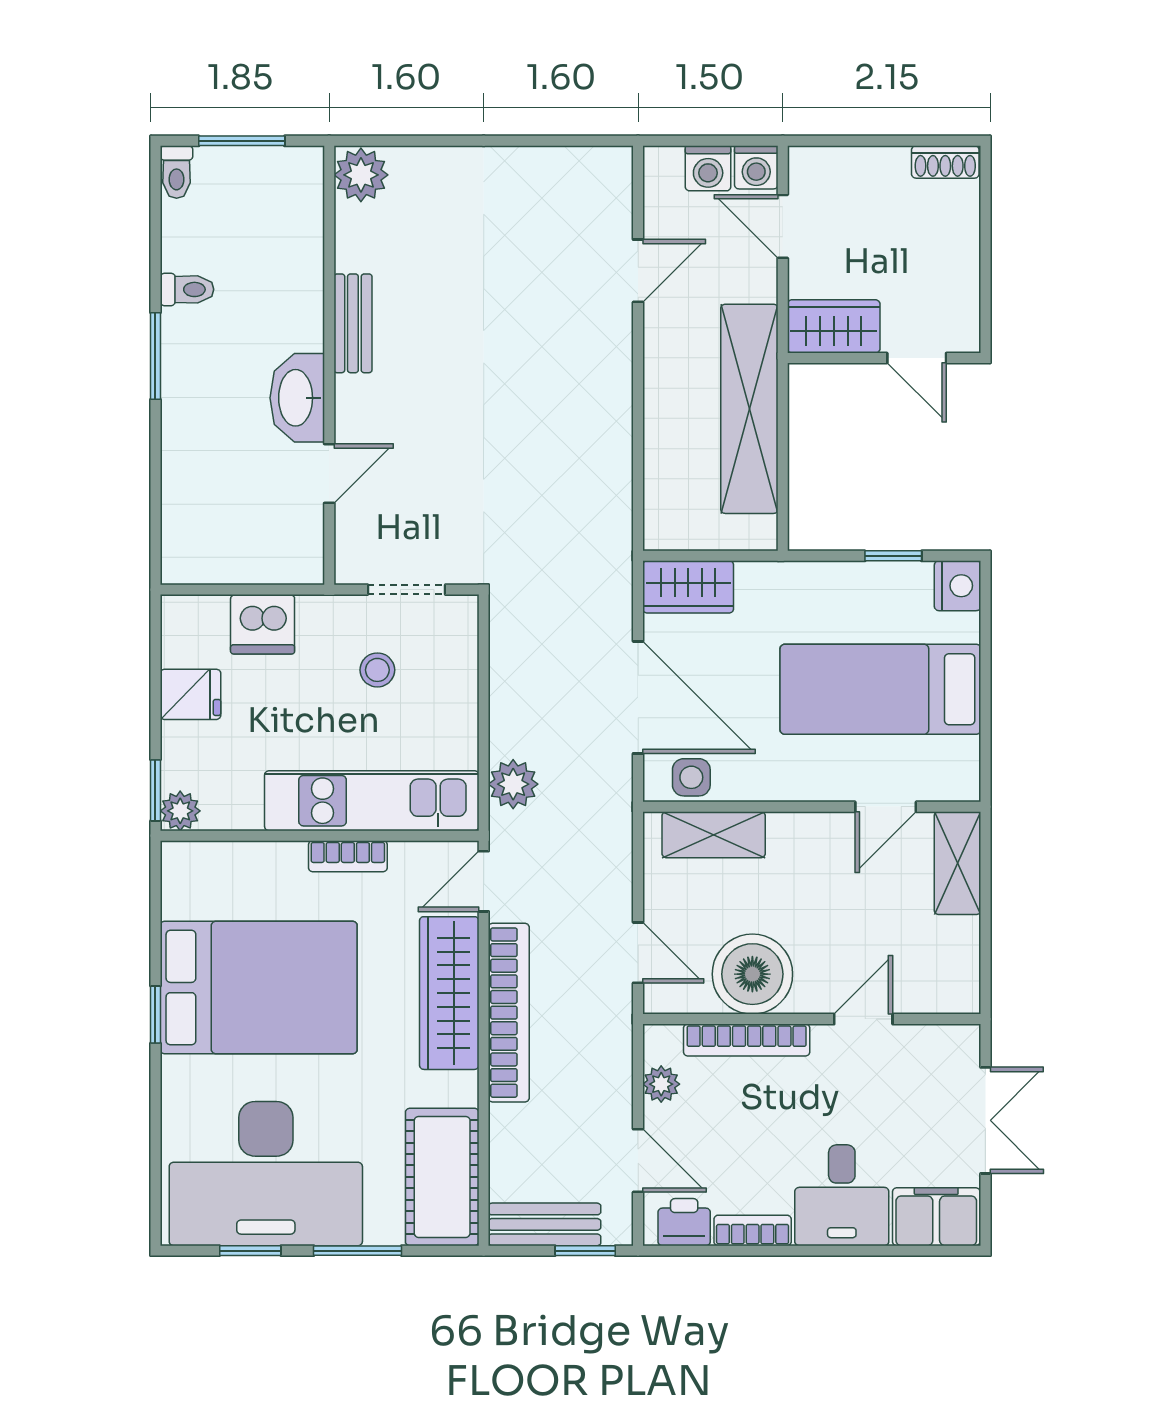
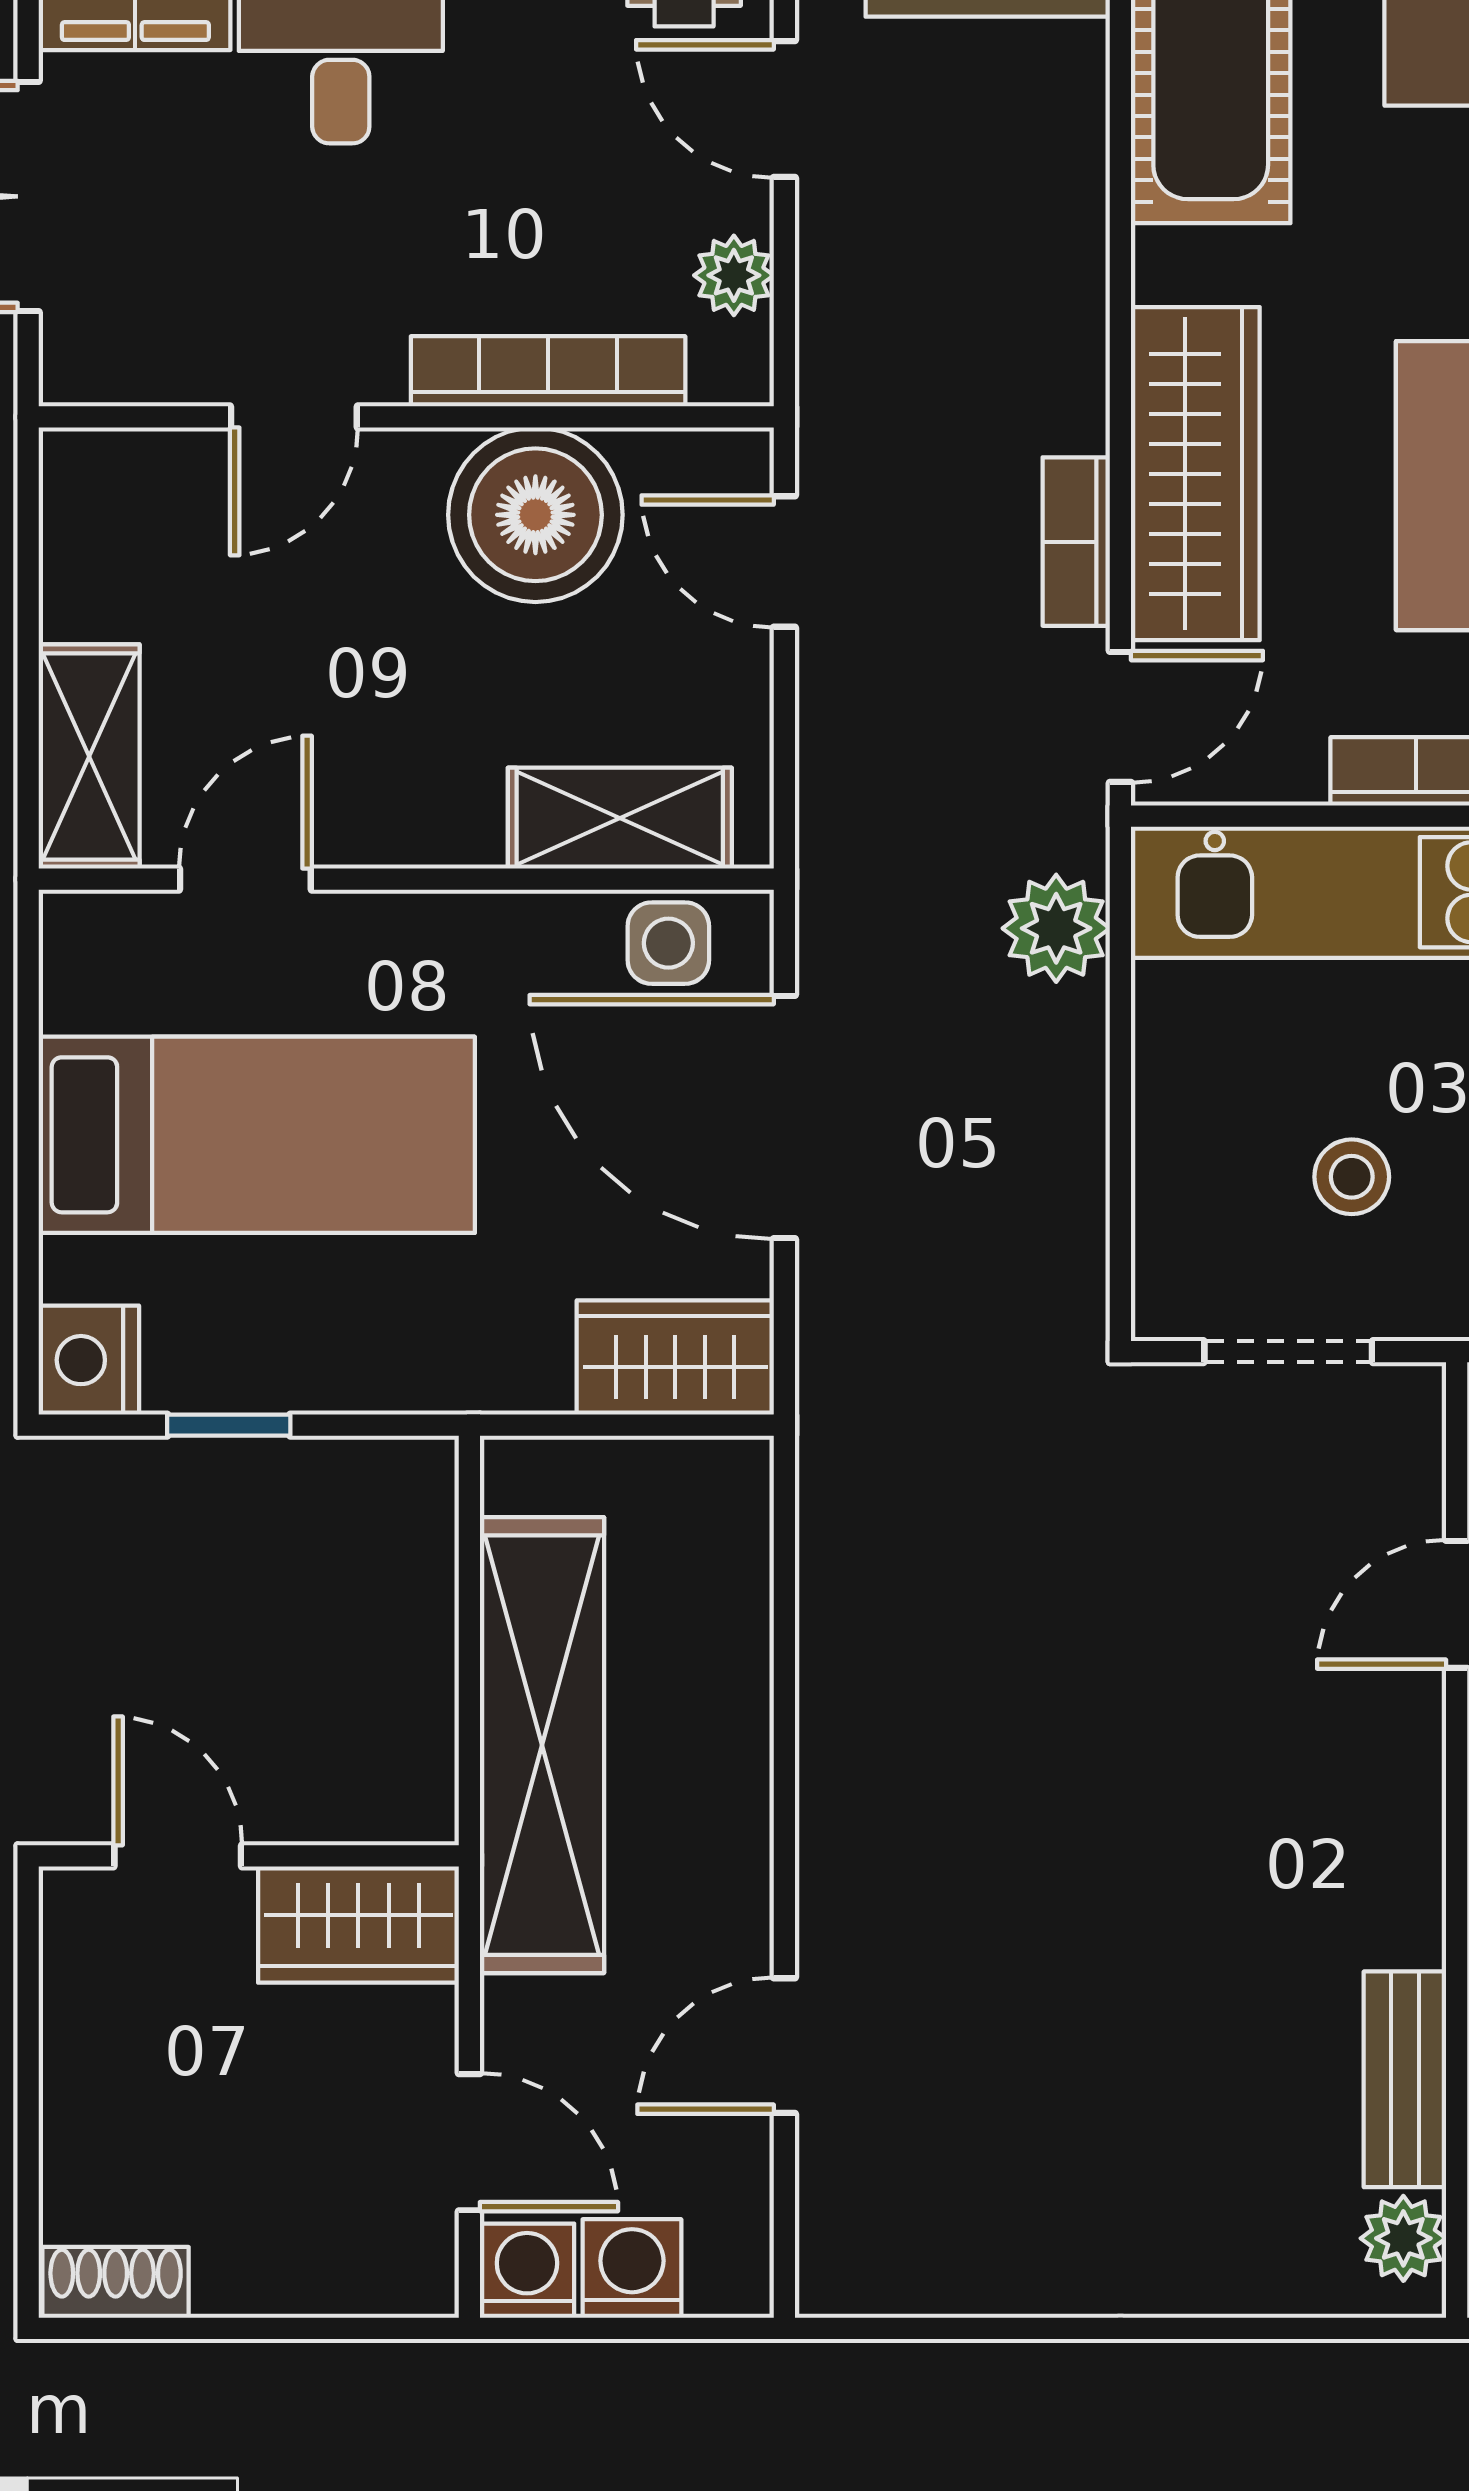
plant: (361, 175) -> (1403, 2238), width x0.73, depth x0.73
bench: (353, 323) -> (1405, 2079), moved
bookcase: (509, 1013) -> (1076, 542), width x0.43, depth x0.76

